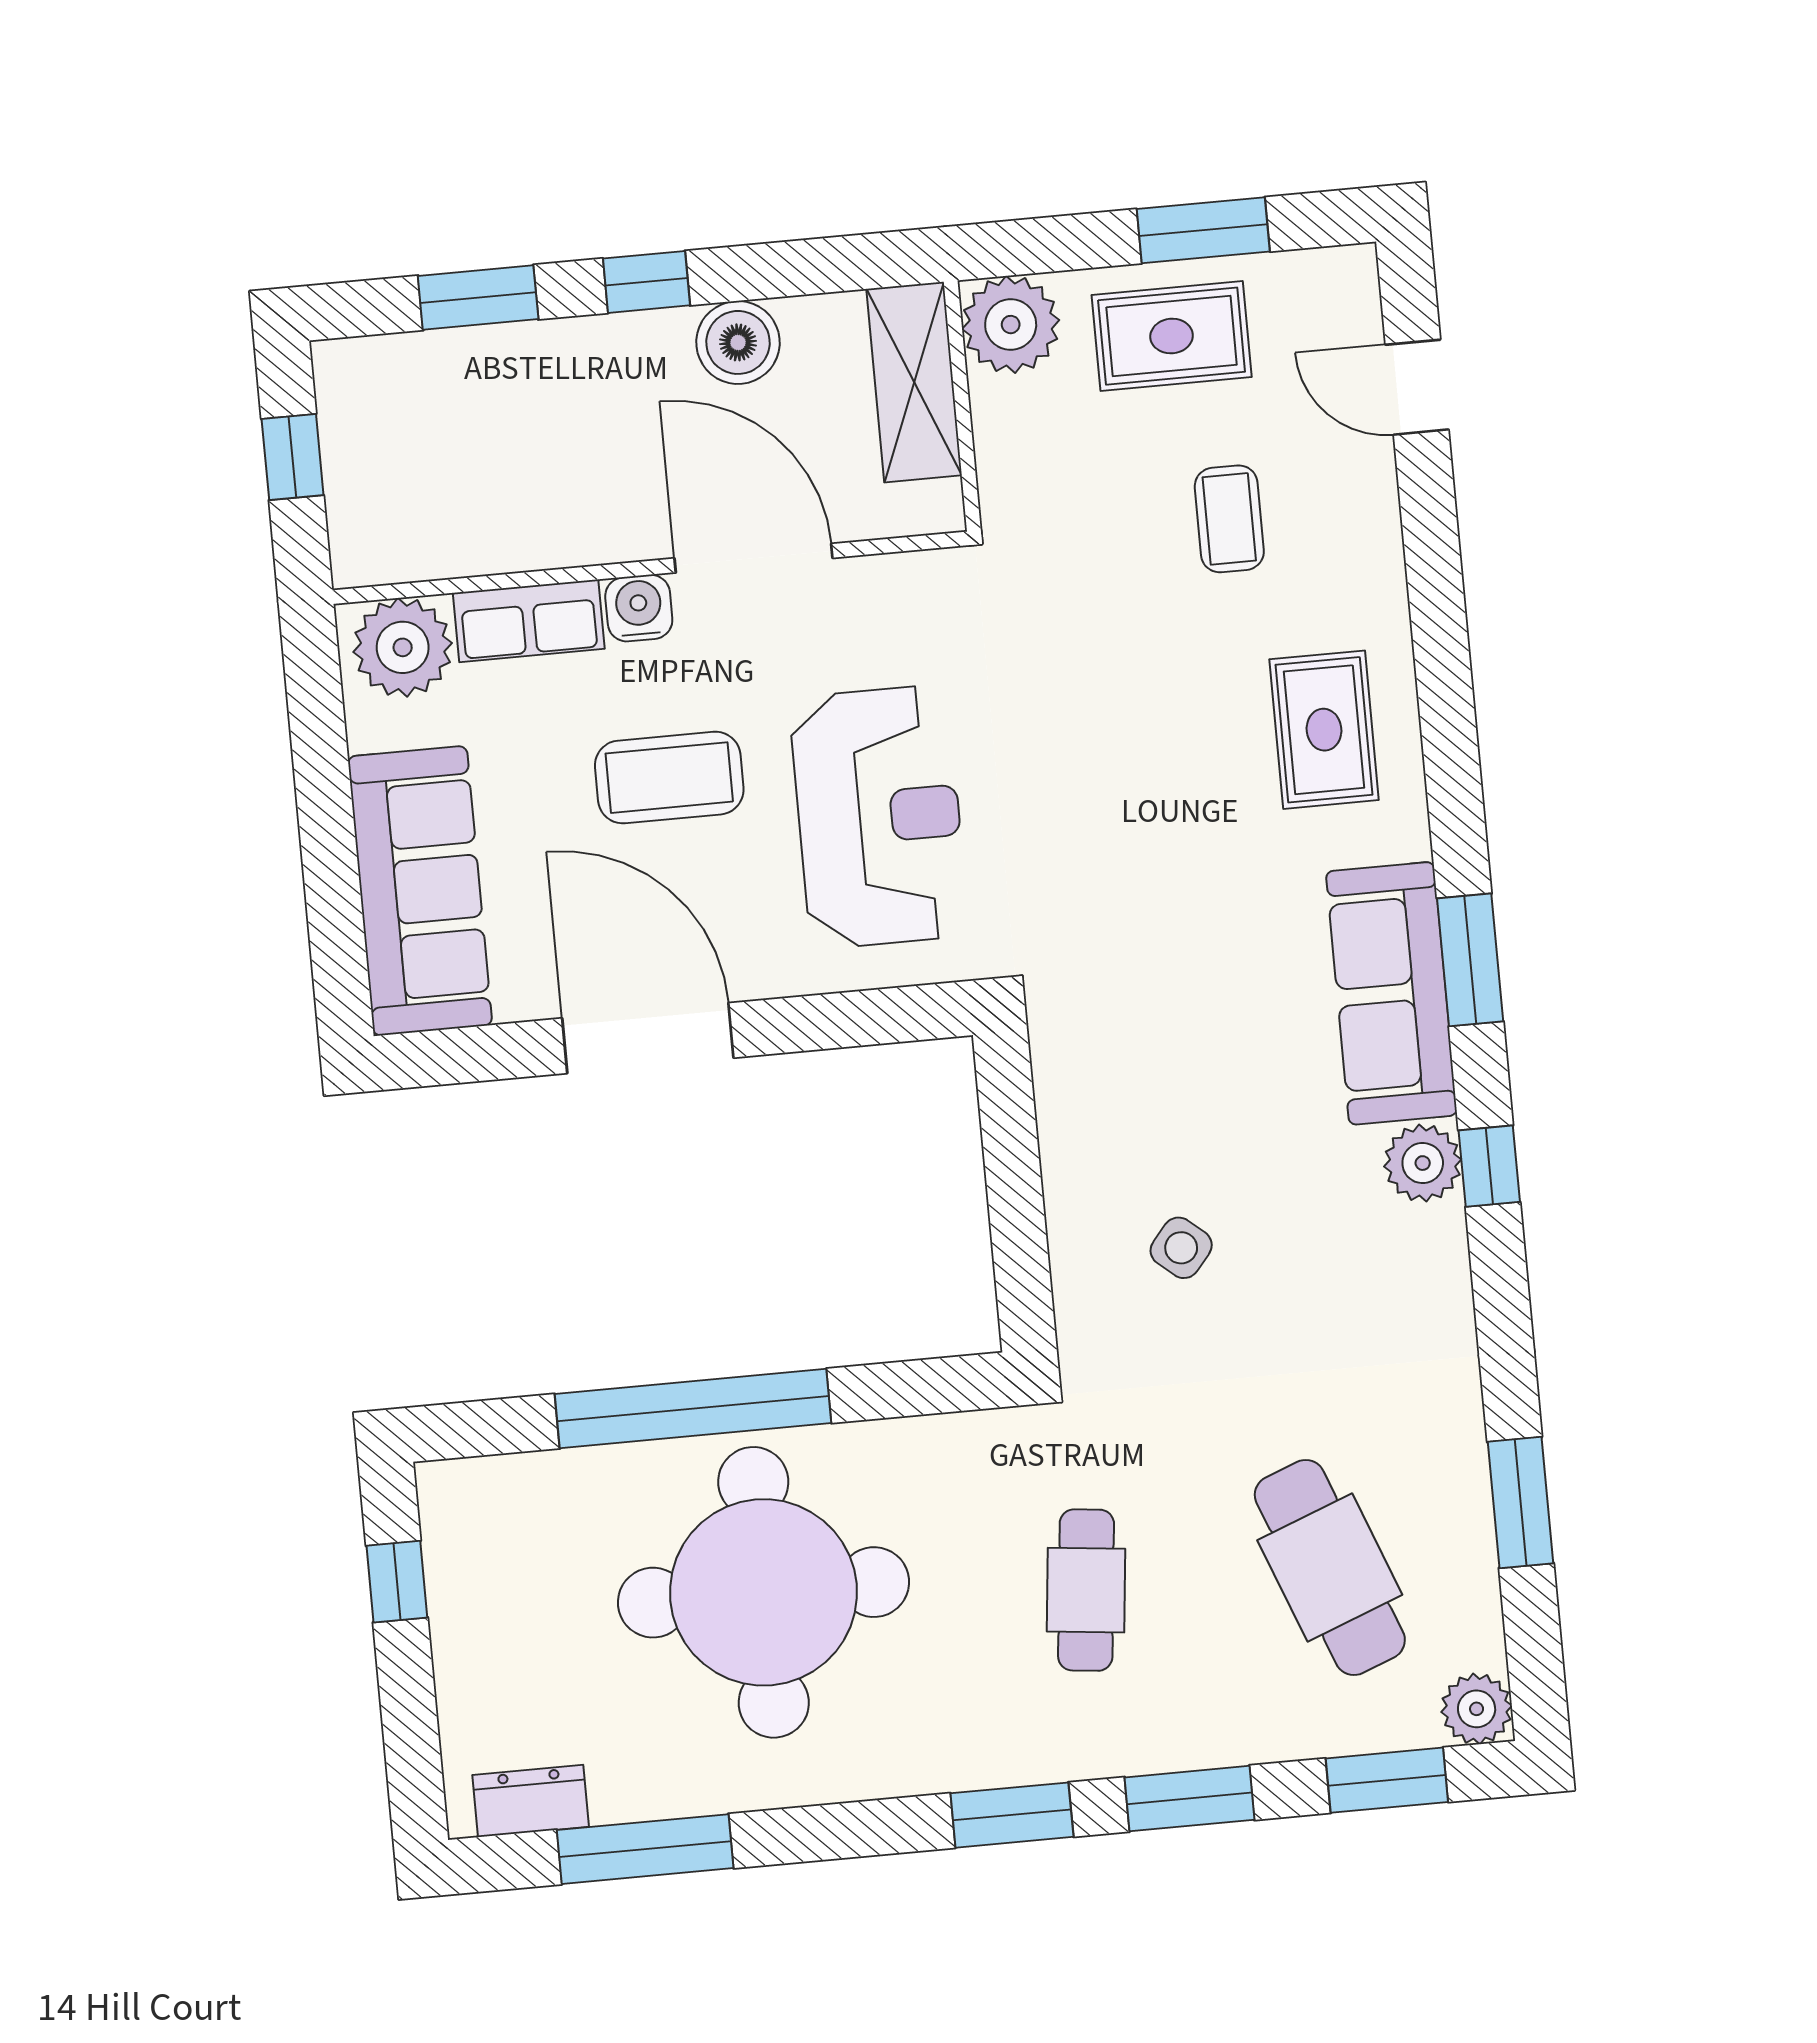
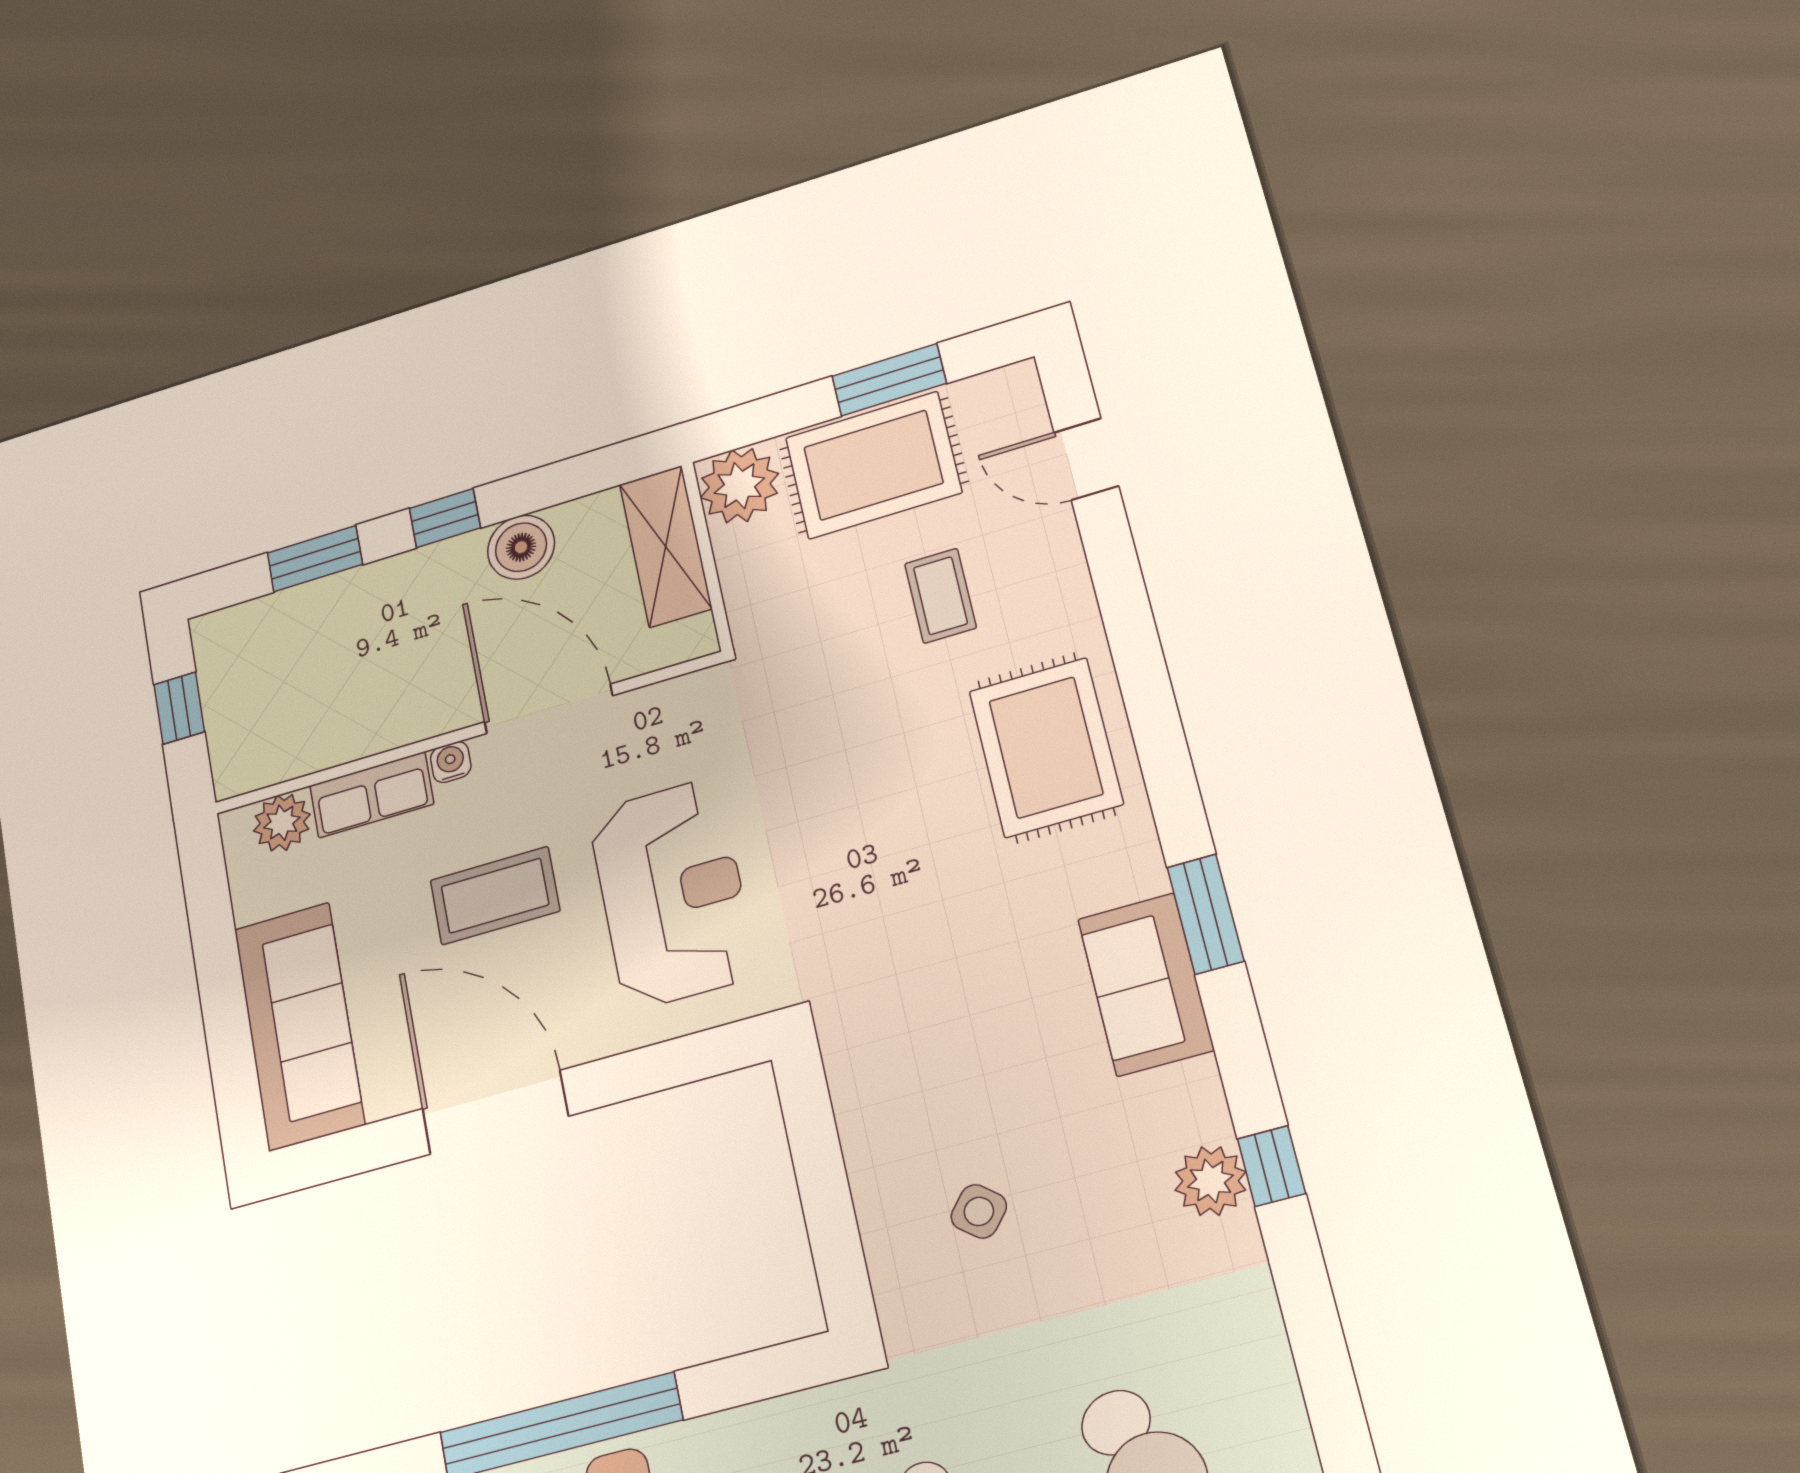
rug: (1172, 336) -> (873, 465), width x1.36, depth x1.43
water cooler: (639, 608) -> (451, 762), width x0.72, depth x0.72
plant: (403, 647) -> (282, 823), width x0.73, depth x0.73
rug: (1324, 730) -> (1046, 747), width x1.36, depth x1.43
sofa: (1392, 993) -> (1146, 984), width x0.73
plant: (1423, 1163) -> (1210, 1181), moved
window: (1489, 1166) -> (1271, 1166), moved
window: (1520, 1502) -> (1331, 1393), removed

